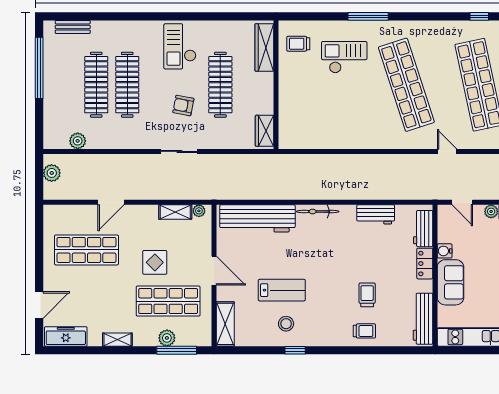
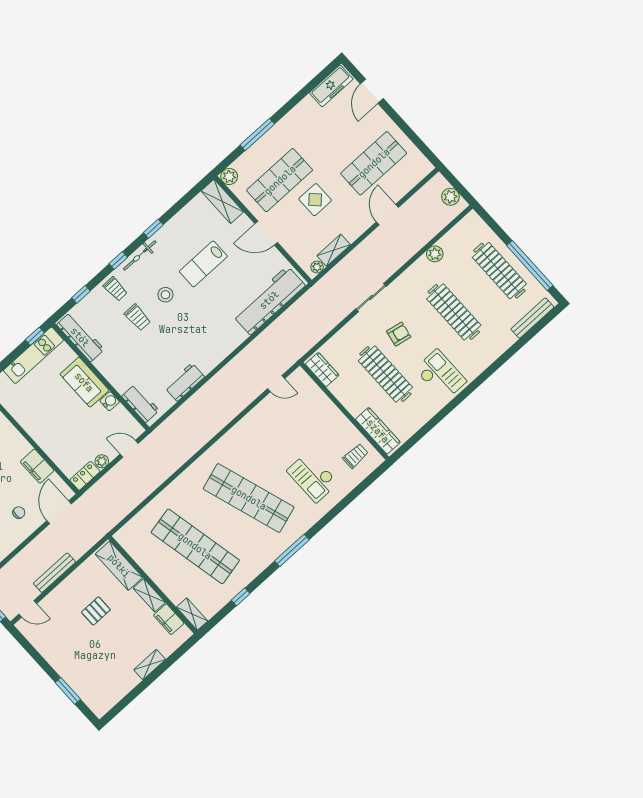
window: (368, 16) -> (292, 550), moved
bench: (73, 27) -> (532, 318), width x1.36
checkout: (344, 57) -> (313, 477), turned 90
clothes rail: (96, 85) -> (499, 271), moved
plant: (78, 141) -> (435, 254), moved
door: (447, 151) -> (276, 384), moved
bicycle: (318, 212) -> (140, 256), moved, turned 180
locker: (425, 264) -> (116, 379), removed
stool: (286, 324) -> (165, 295), moved
trolley: (364, 331) -> (115, 289), turned -91
plant: (167, 338) -> (229, 176), moved
shelving: (117, 340) -> (291, 118), removed
window: (177, 350) -> (257, 135), moved
window: (343, 350) -> (118, 260), added
window: (394, 350) -> (81, 294), added
window: (457, 350) -> (35, 336), added

